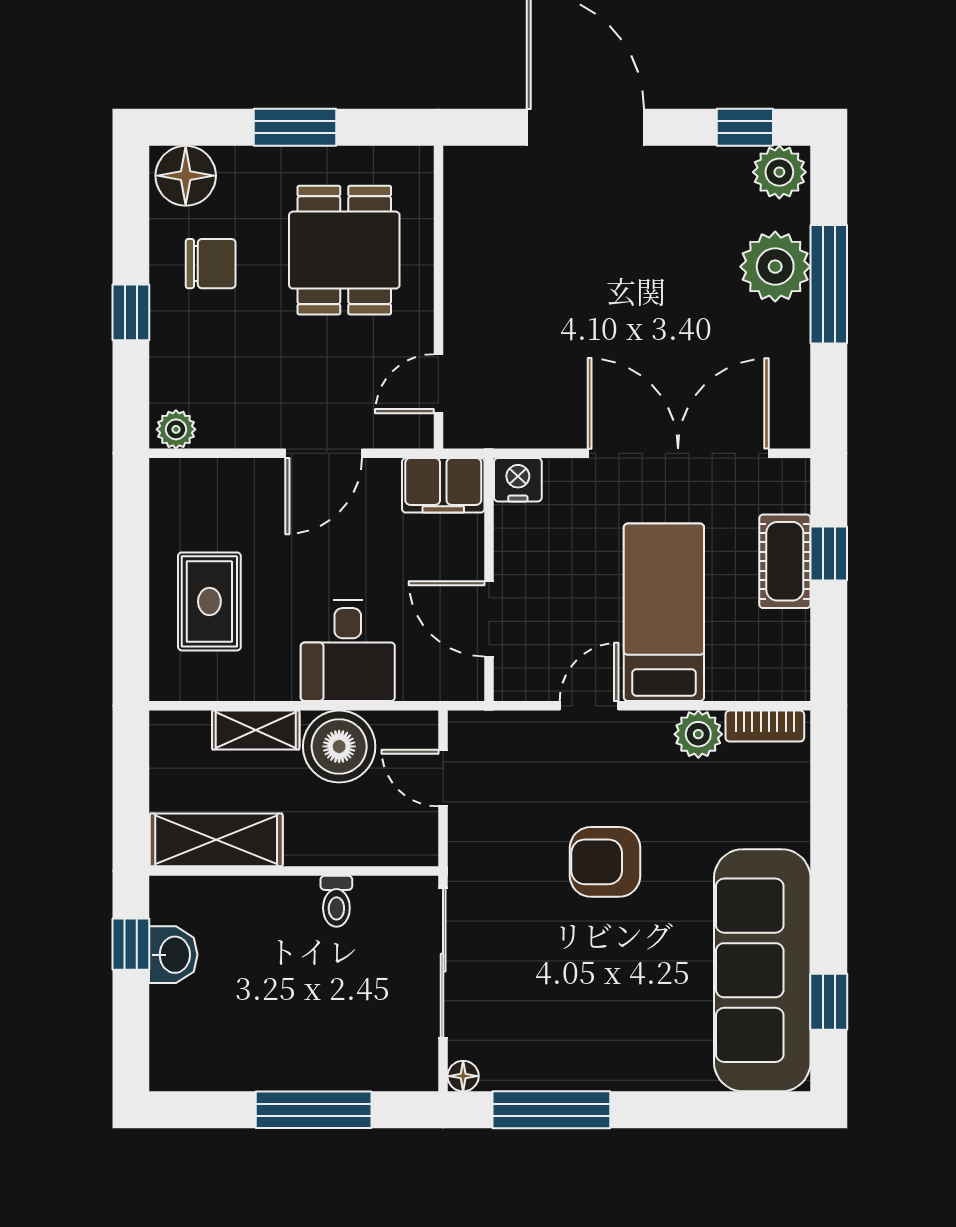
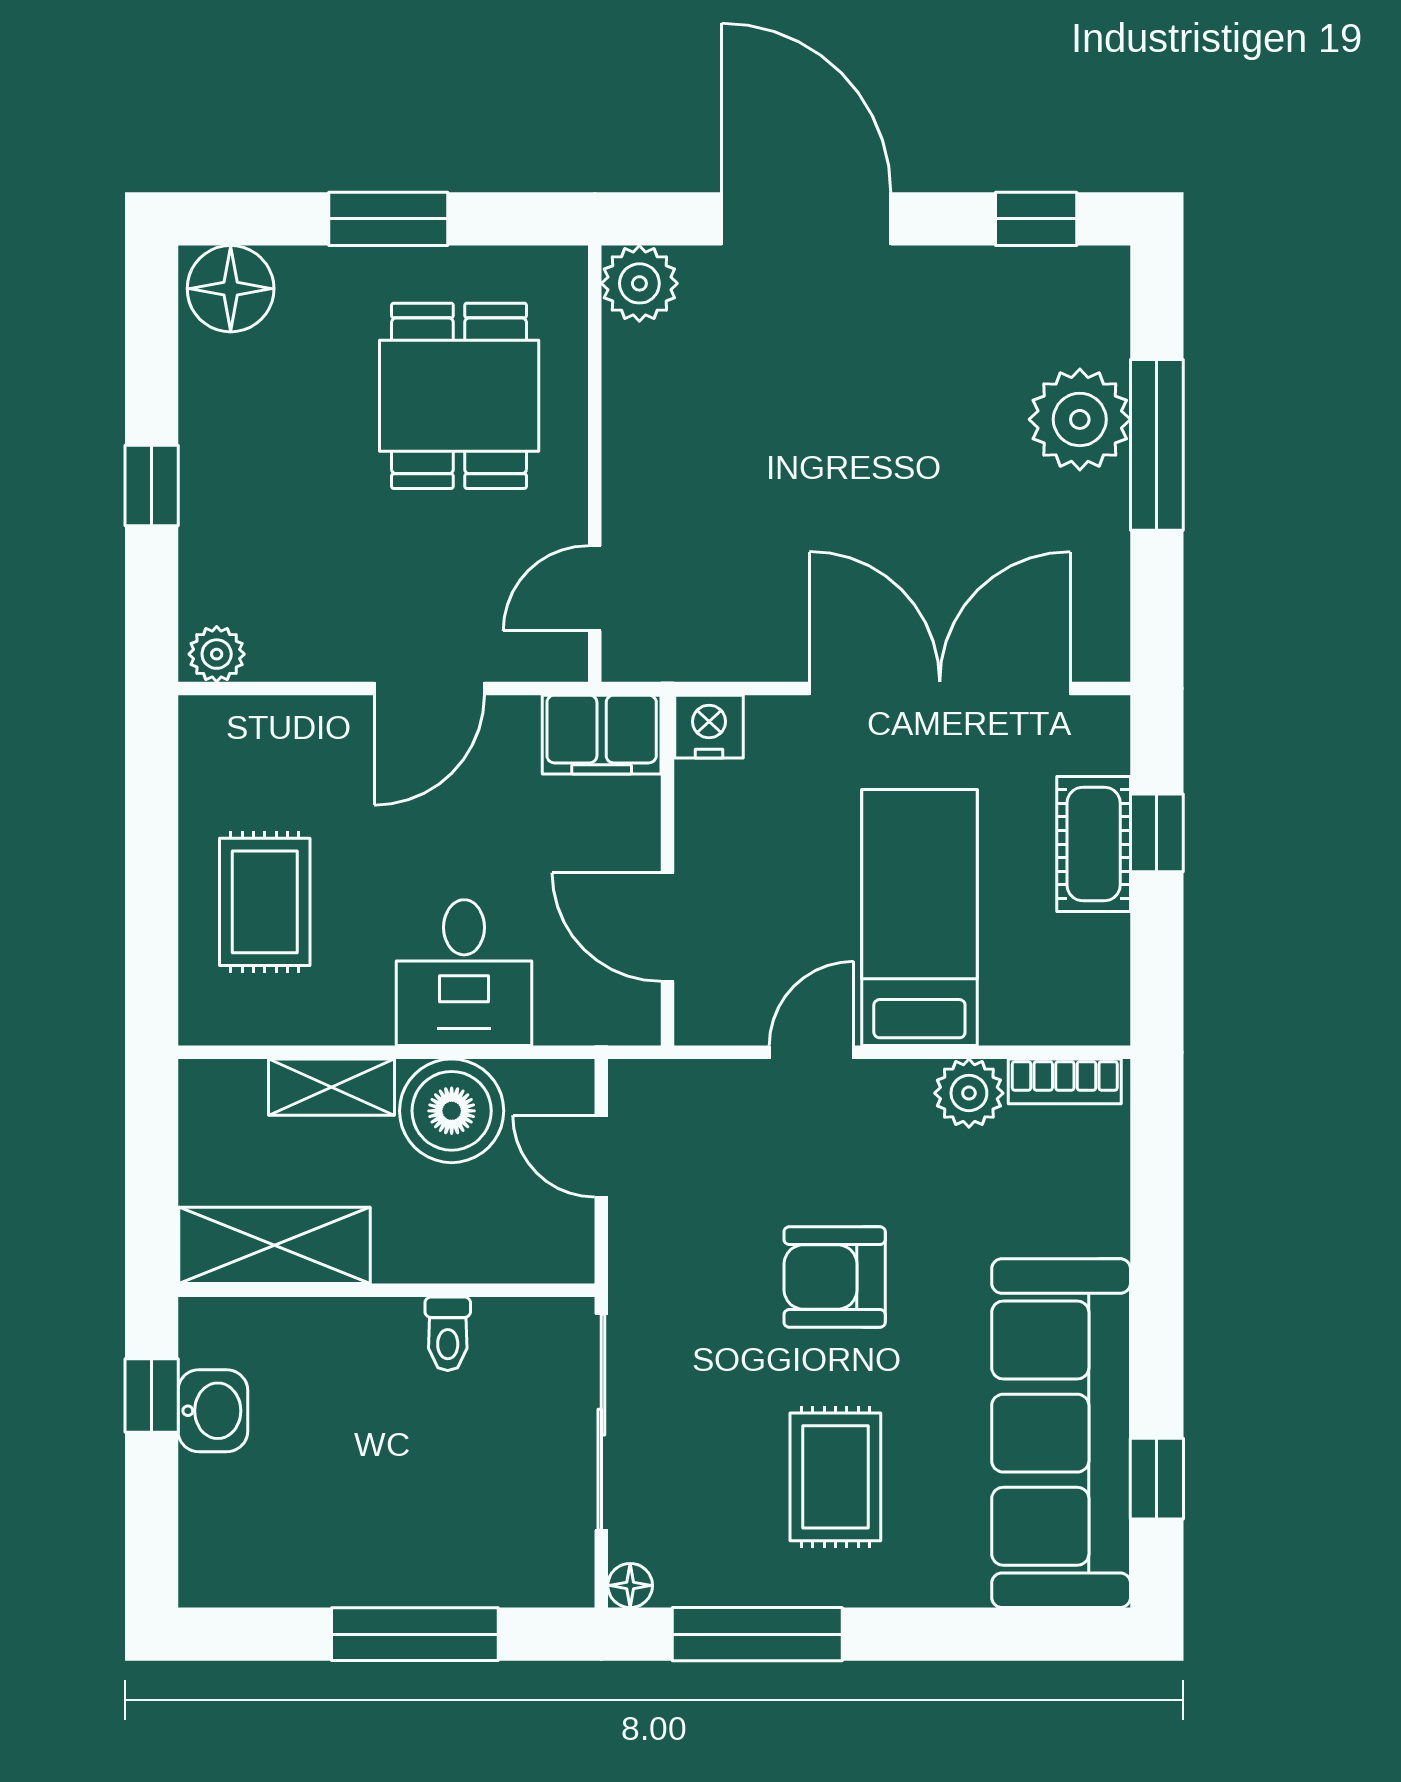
plant: (779, 172) -> (639, 283), moved
chair: (211, 264) -> (267, 415), removed
rug: (606, 1001) -> (835, 1477), added

